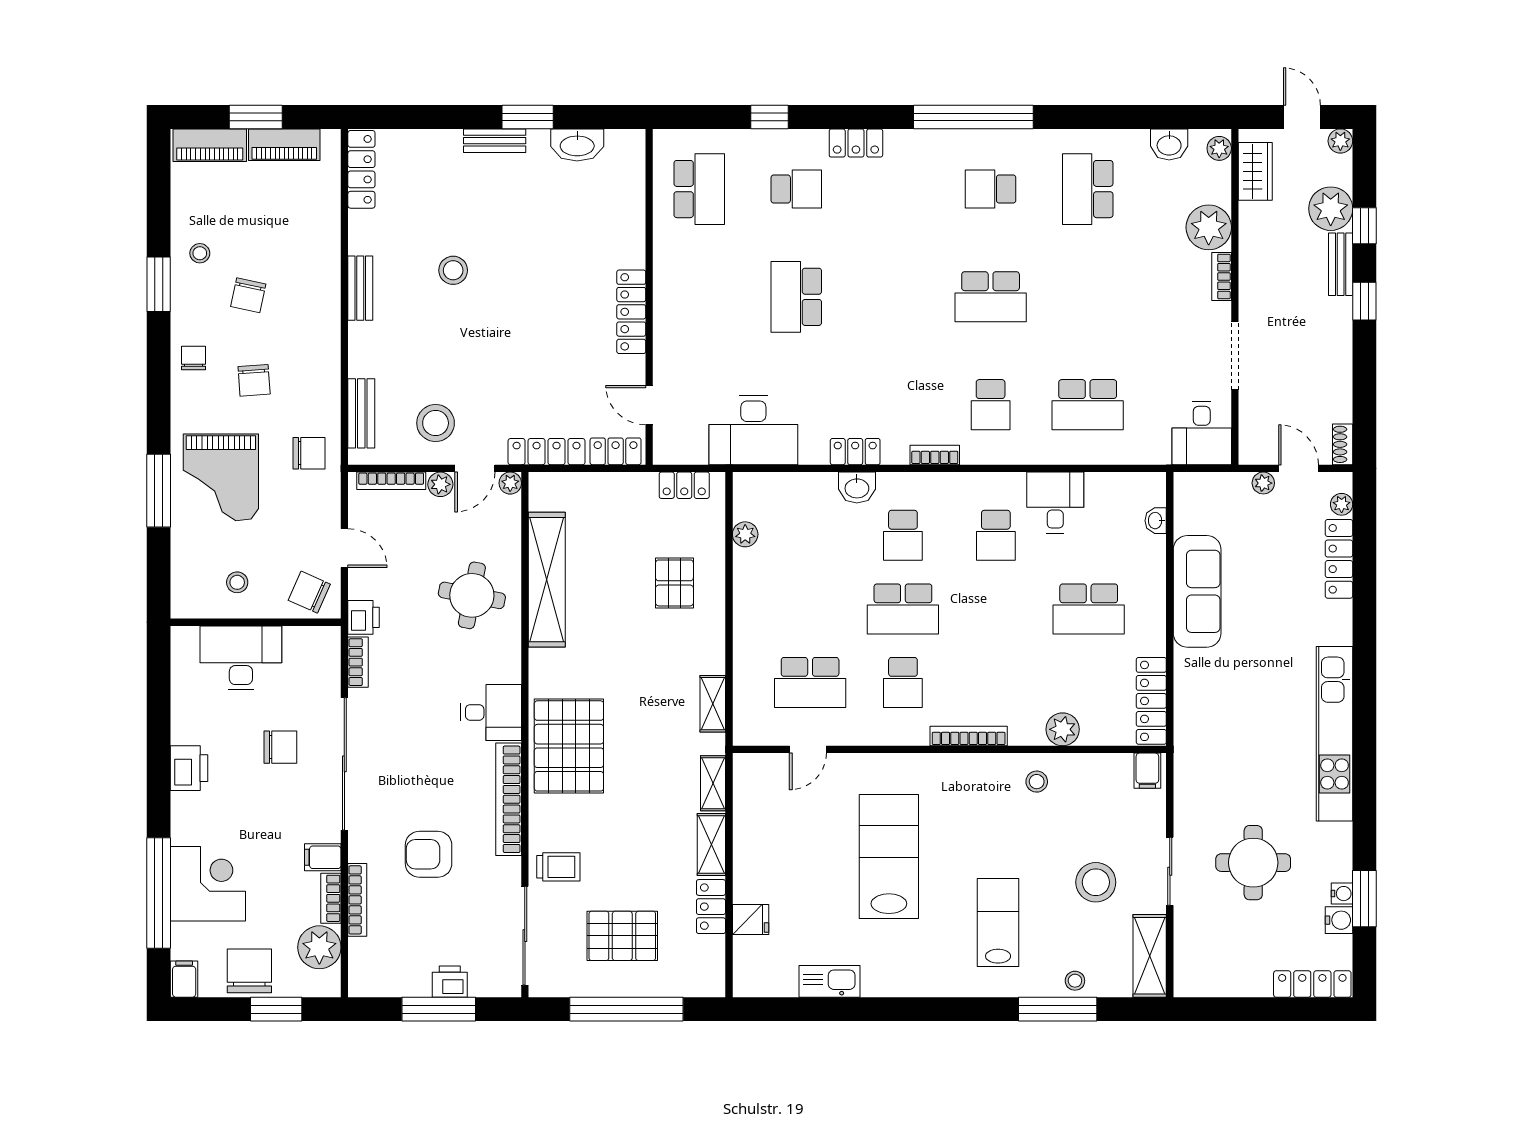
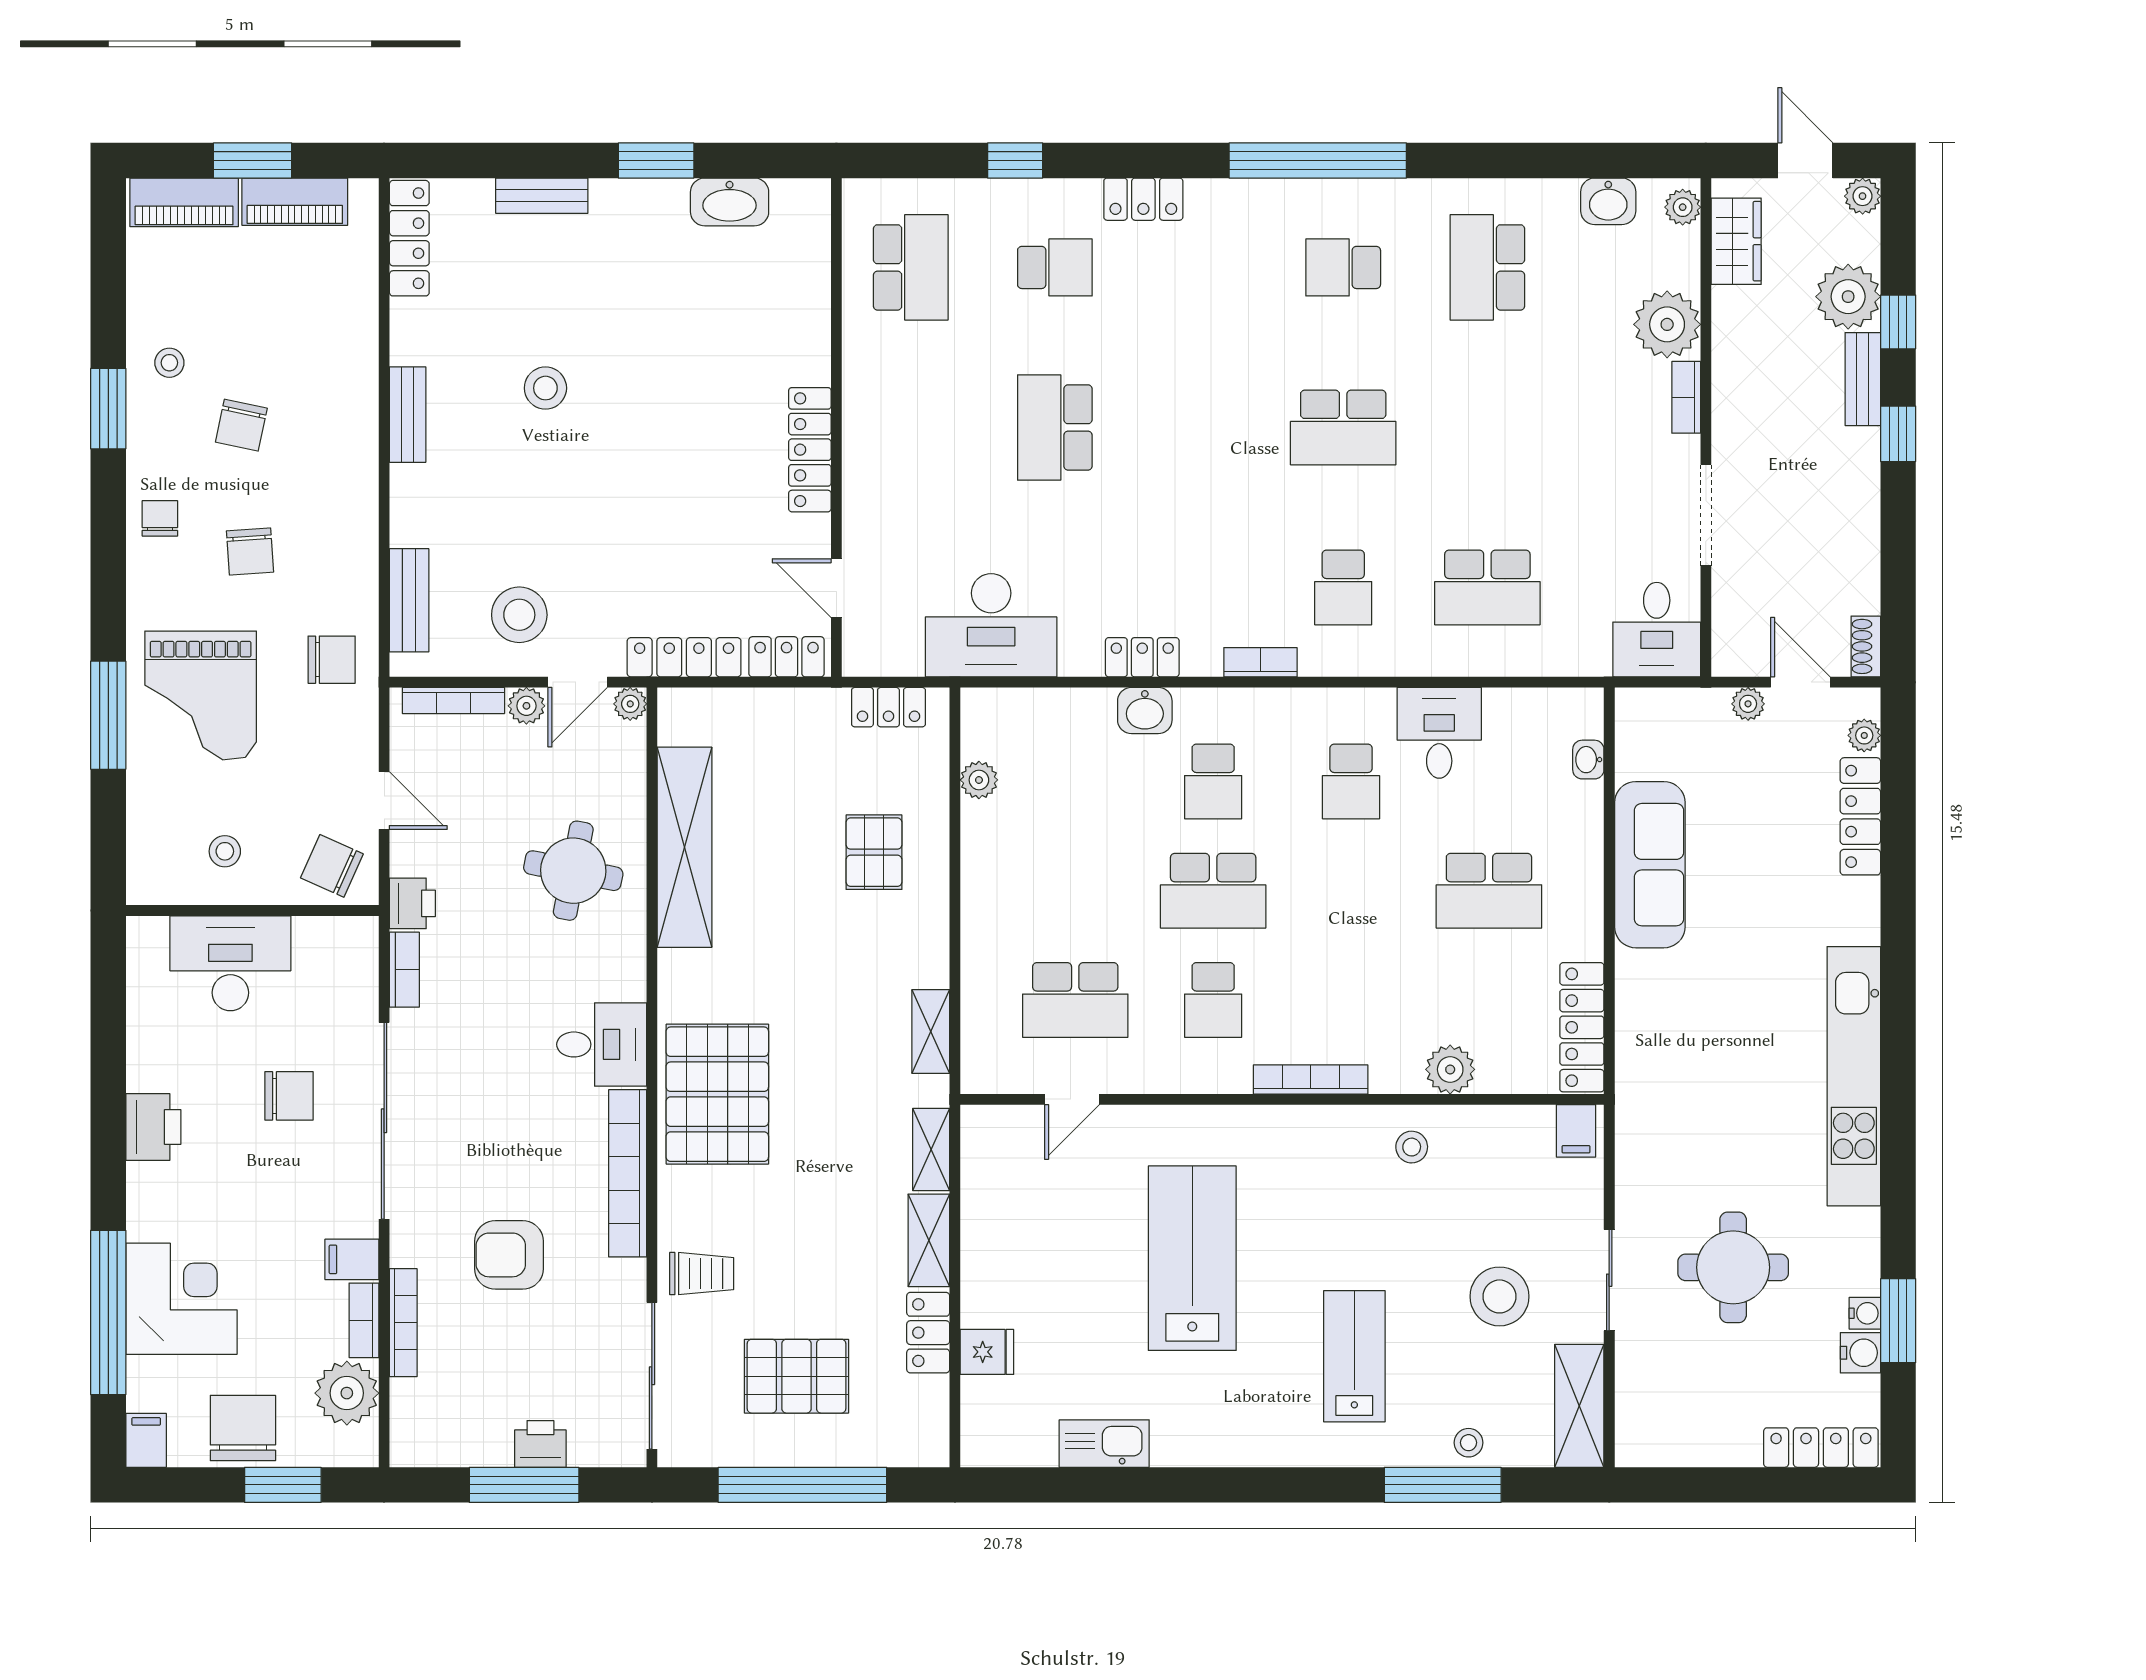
bench: (495, 141) -> (542, 196), moved

